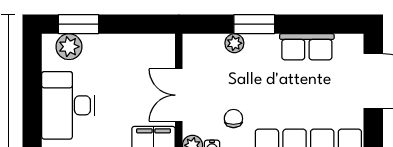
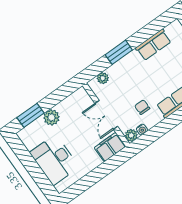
plant: (234, 43) -> (103, 78), moved
plant: (69, 47) -> (51, 117), moved

